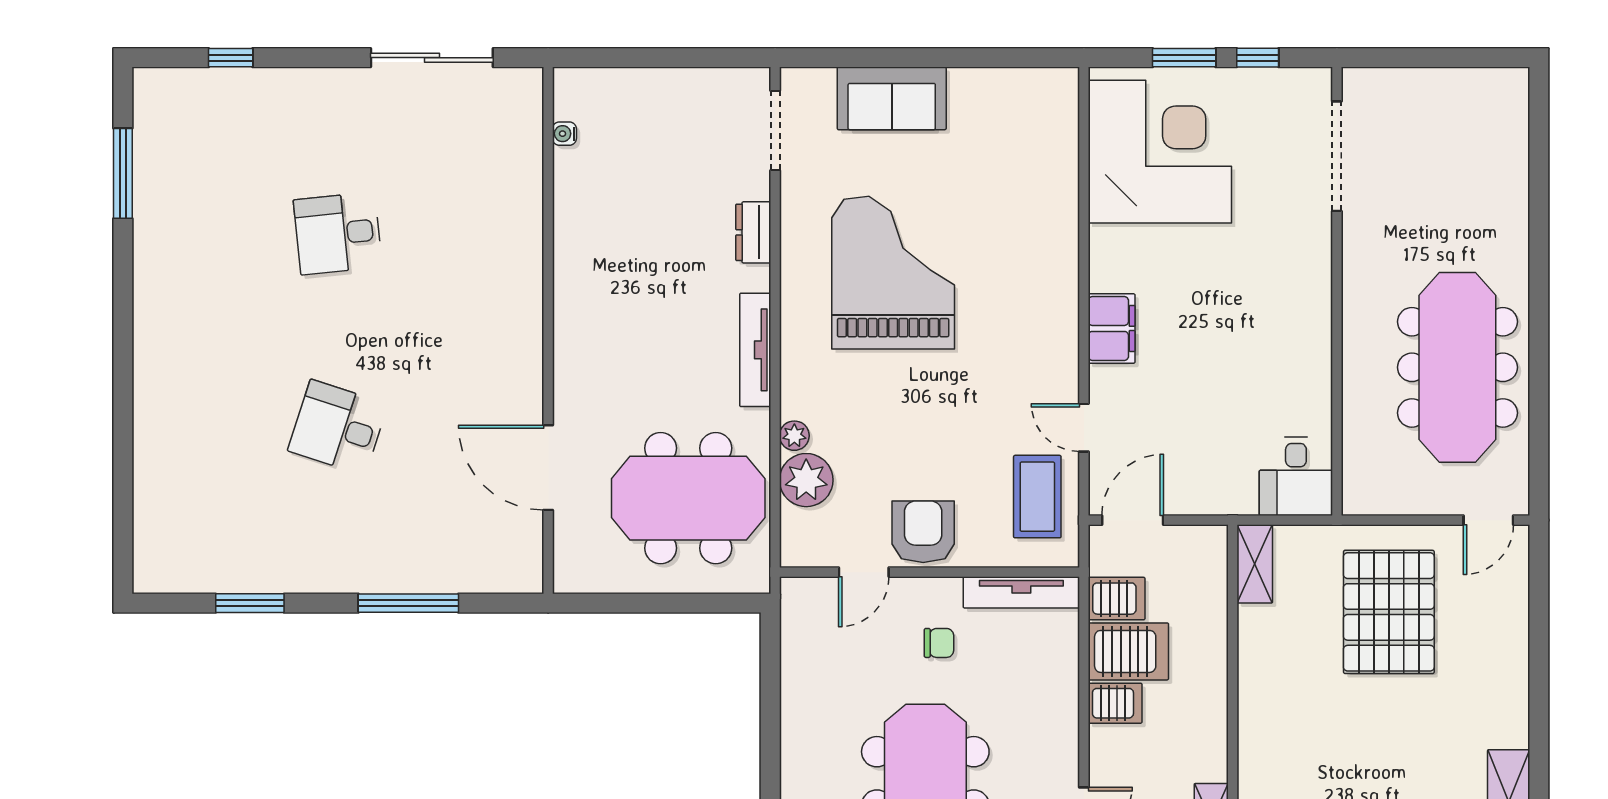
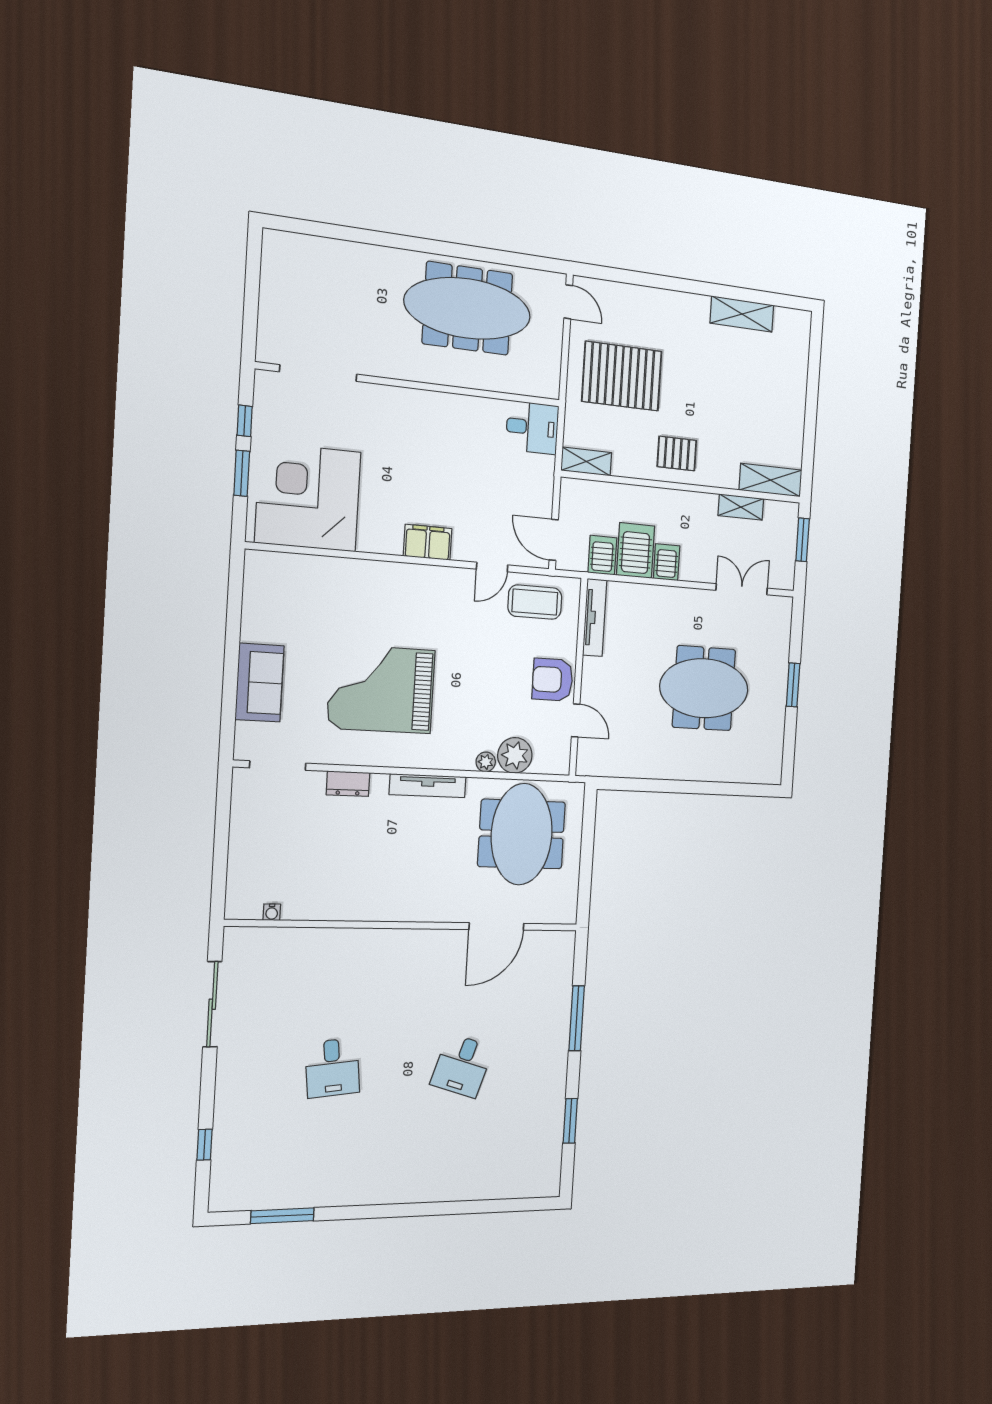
chair: (939, 643) -> (623, 674), removed
pallet: (1282, 709) -> (677, 454), added

